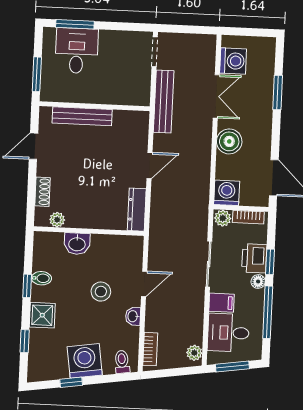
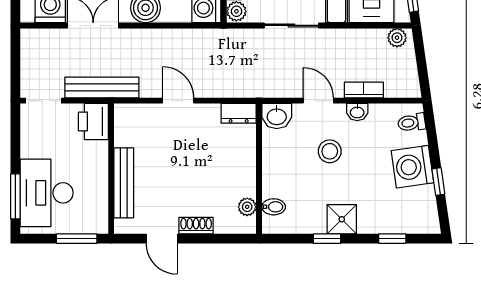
desk: (77, 51) -> (47, 193), width x1.37
printer: (135, 93) -> (93, 121), added
shoe rack: (42, 192) -> (196, 226), moved
dresser: (137, 210) -> (239, 113), width x0.70
washbasin: (77, 244) -> (277, 116), moved, turned 90
bidet: (41, 278) -> (274, 207), moved, turned 90
shower: (42, 315) -> (342, 219), moved
bookcase: (150, 349) -> (364, 90), moved

